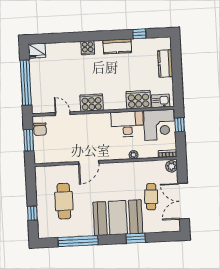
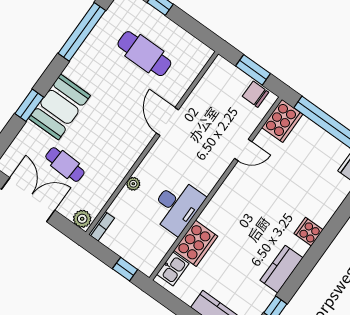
cooker: (92, 103) -> (282, 121), moved
door: (63, 114) -> (243, 150), moved
corner desk: (159, 125) -> (145, 244), removed
booth: (118, 218) -> (59, 107), width x0.73, depth x0.70

